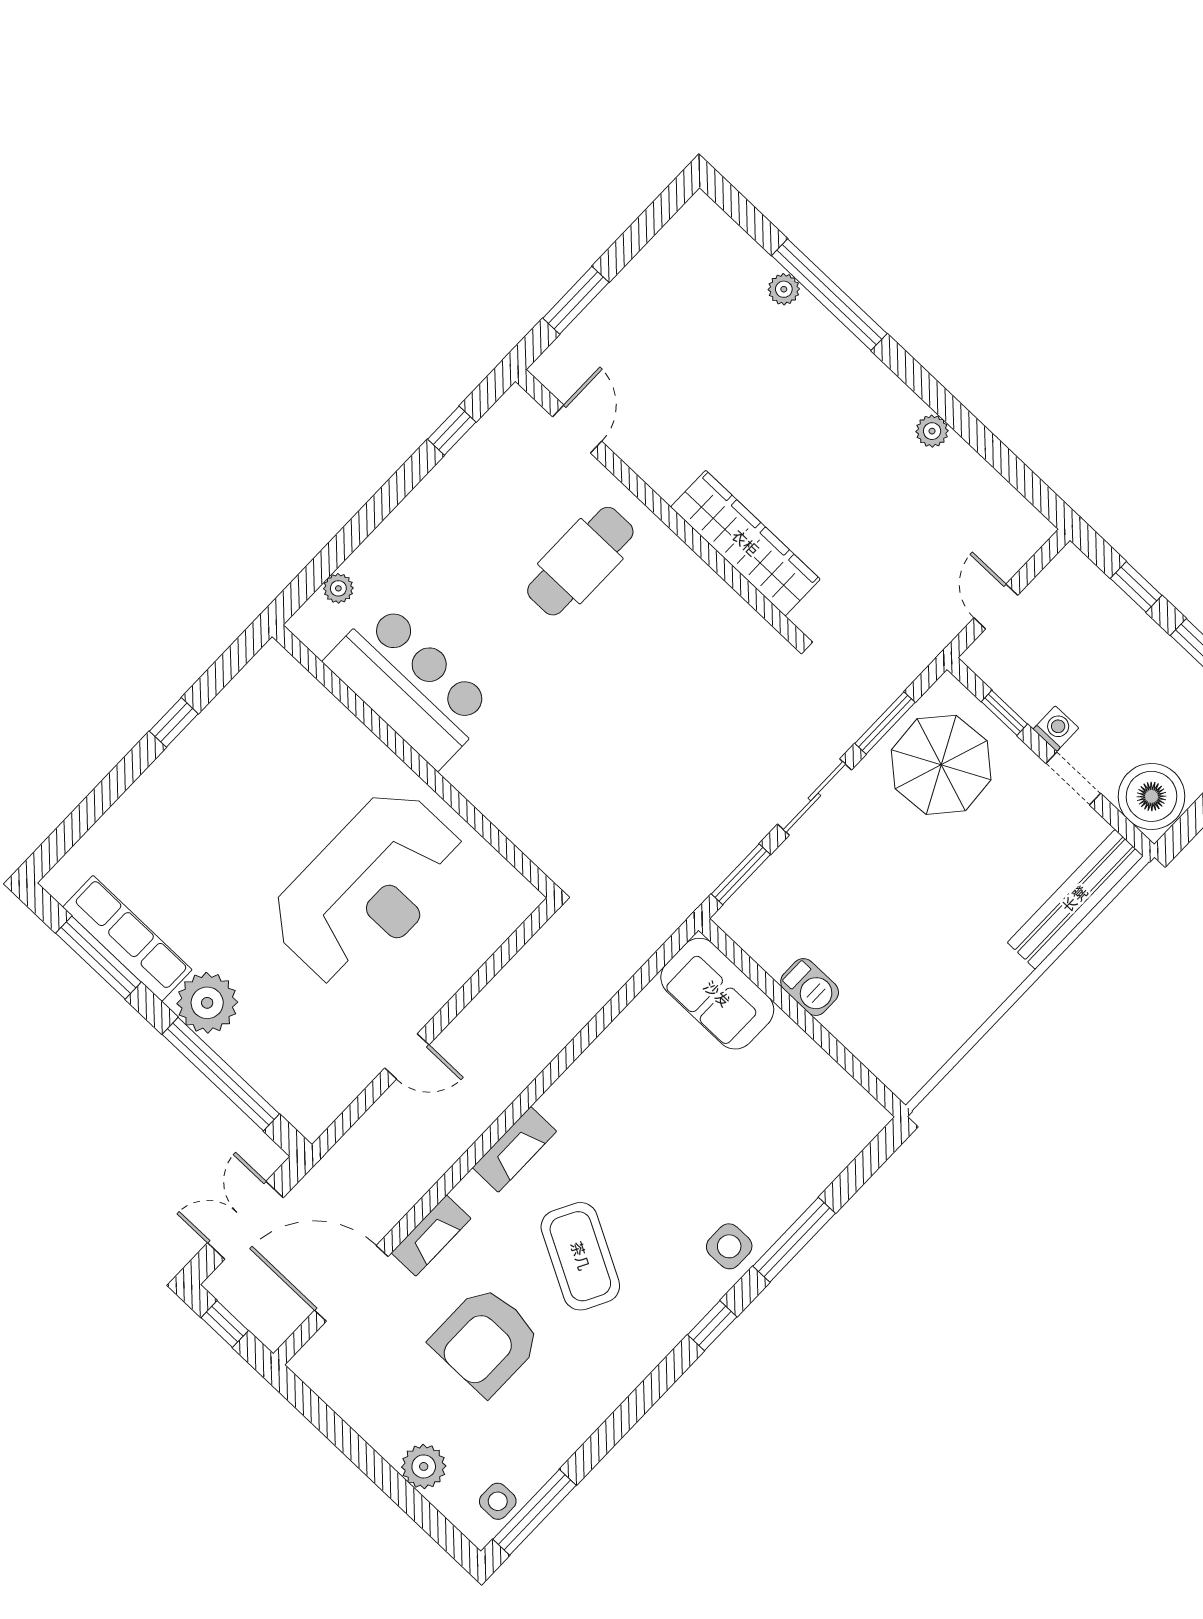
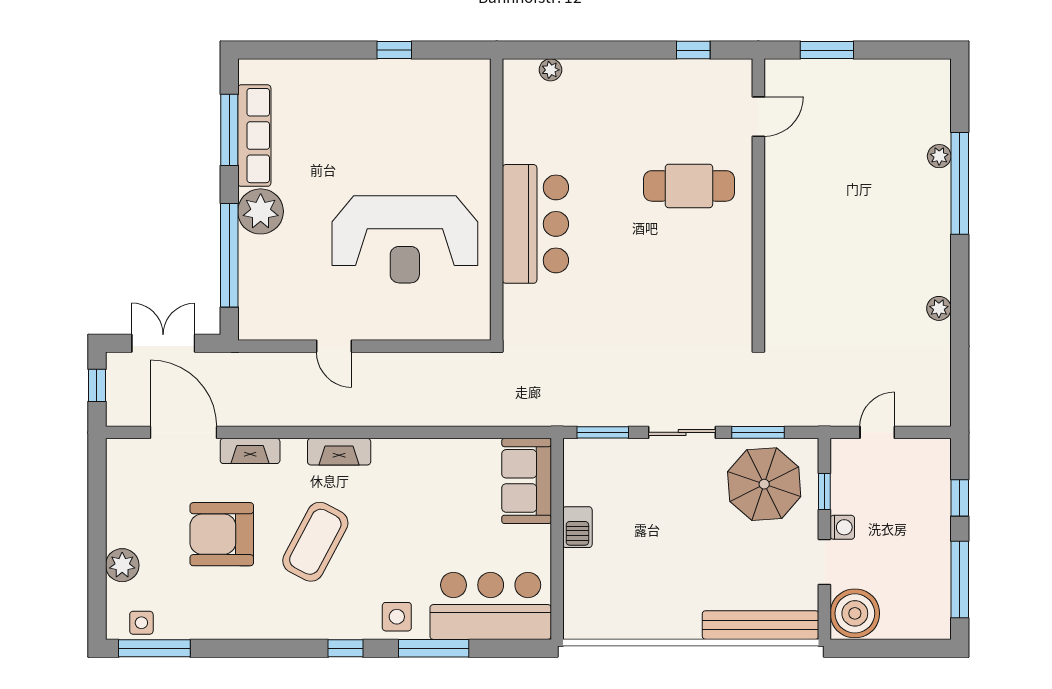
wardrobe: (745, 543) -> (783, 265), removed
bar counter: (410, 685) -> (535, 224), moved
bar counter: (806, 1145) -> (491, 606), added

